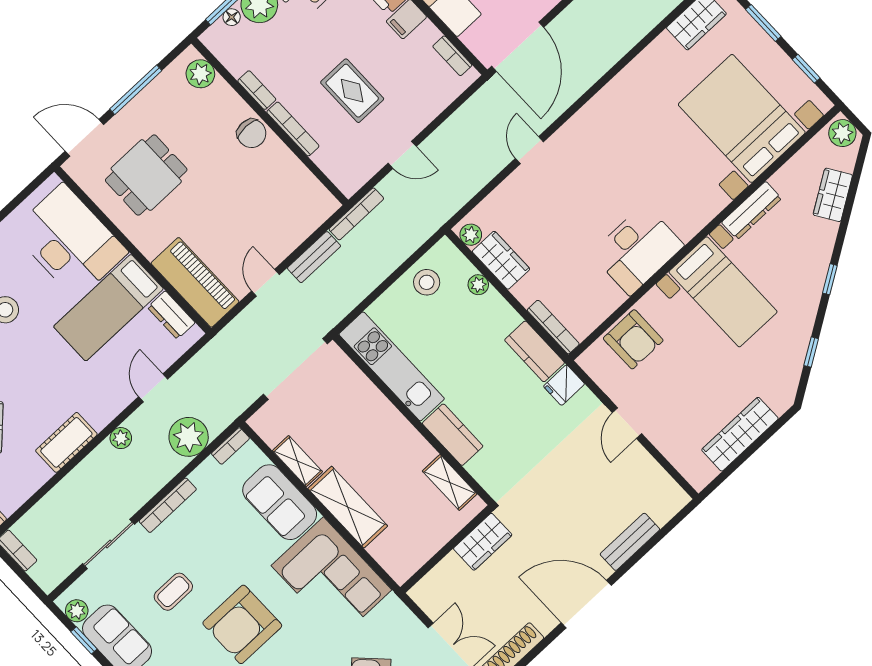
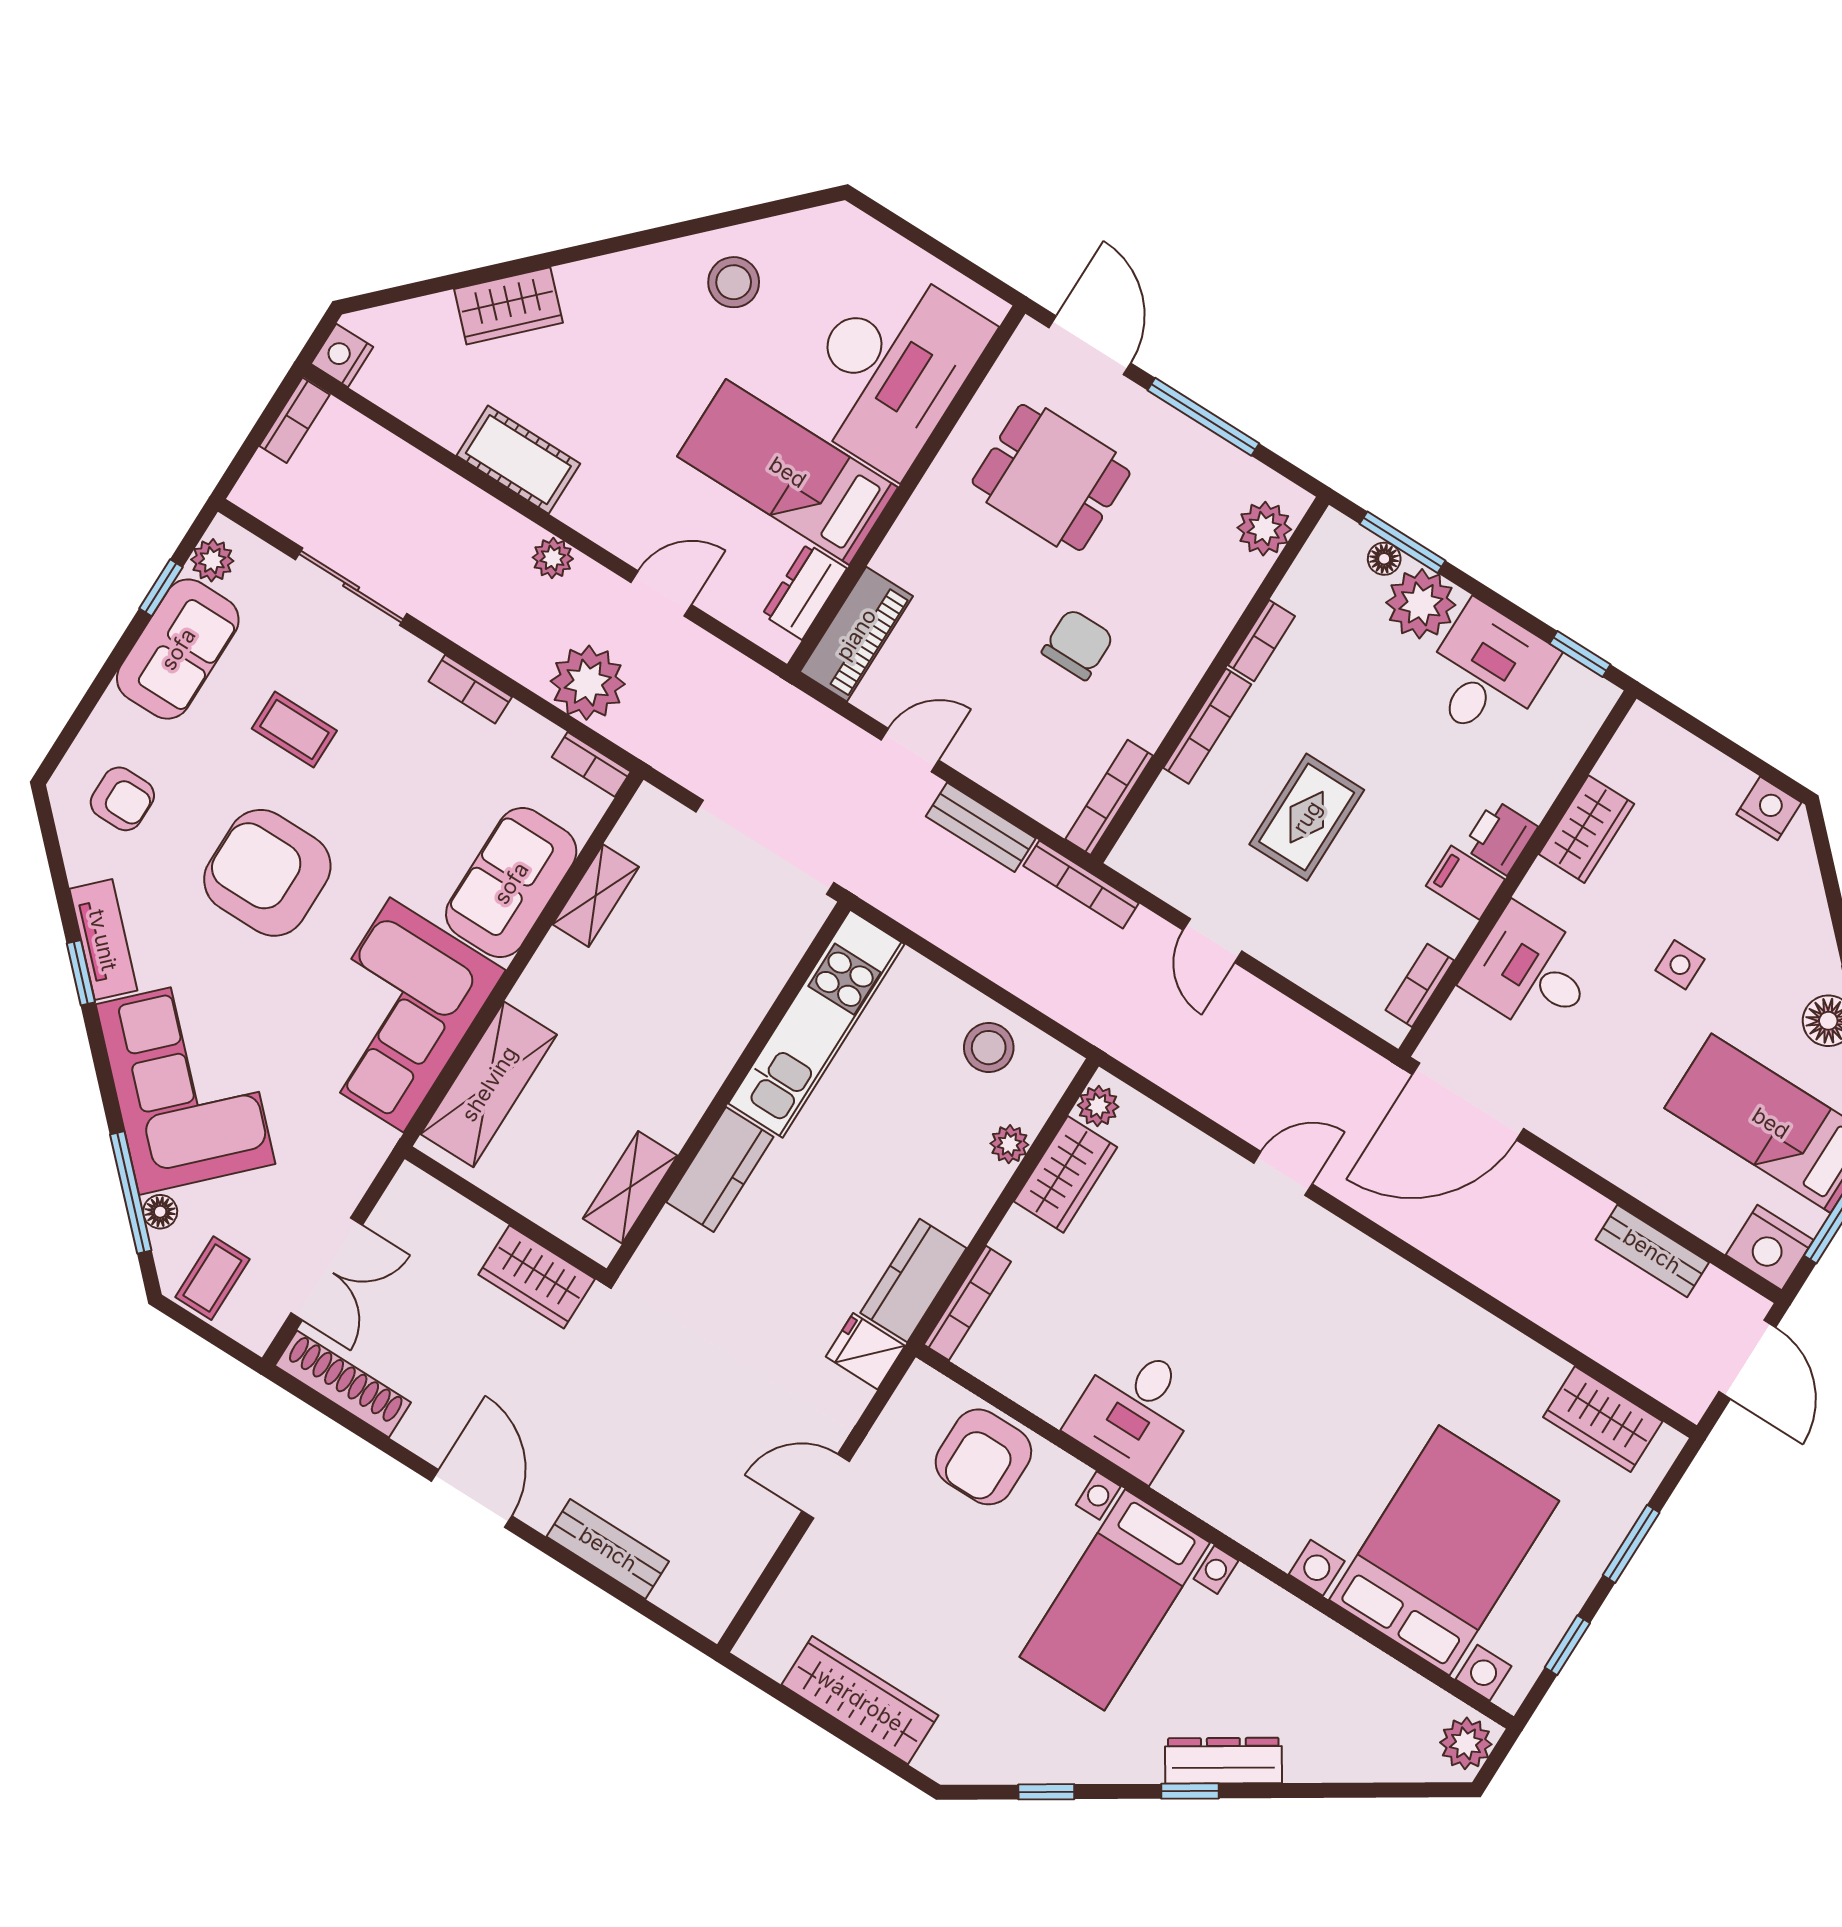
chair: (252, 133) -> (1078, 644), moved, turned 180
bookcase: (316, 188) -> (1109, 797), added
wardrobe: (833, 195) -> (1347, 1756), removed
dresser: (752, 210) -> (1223, 1761), moved, turned 147
desk: (637, 250) -> (1135, 1411), width x0.73
piano: (195, 282) -> (856, 634), width x0.73, depth x0.75
bookcase: (168, 505) -> (470, 689), width x0.64
shelving: (348, 507) -> (489, 1084), moved
door: (586, 604) -> (472, 1498), width x0.73

